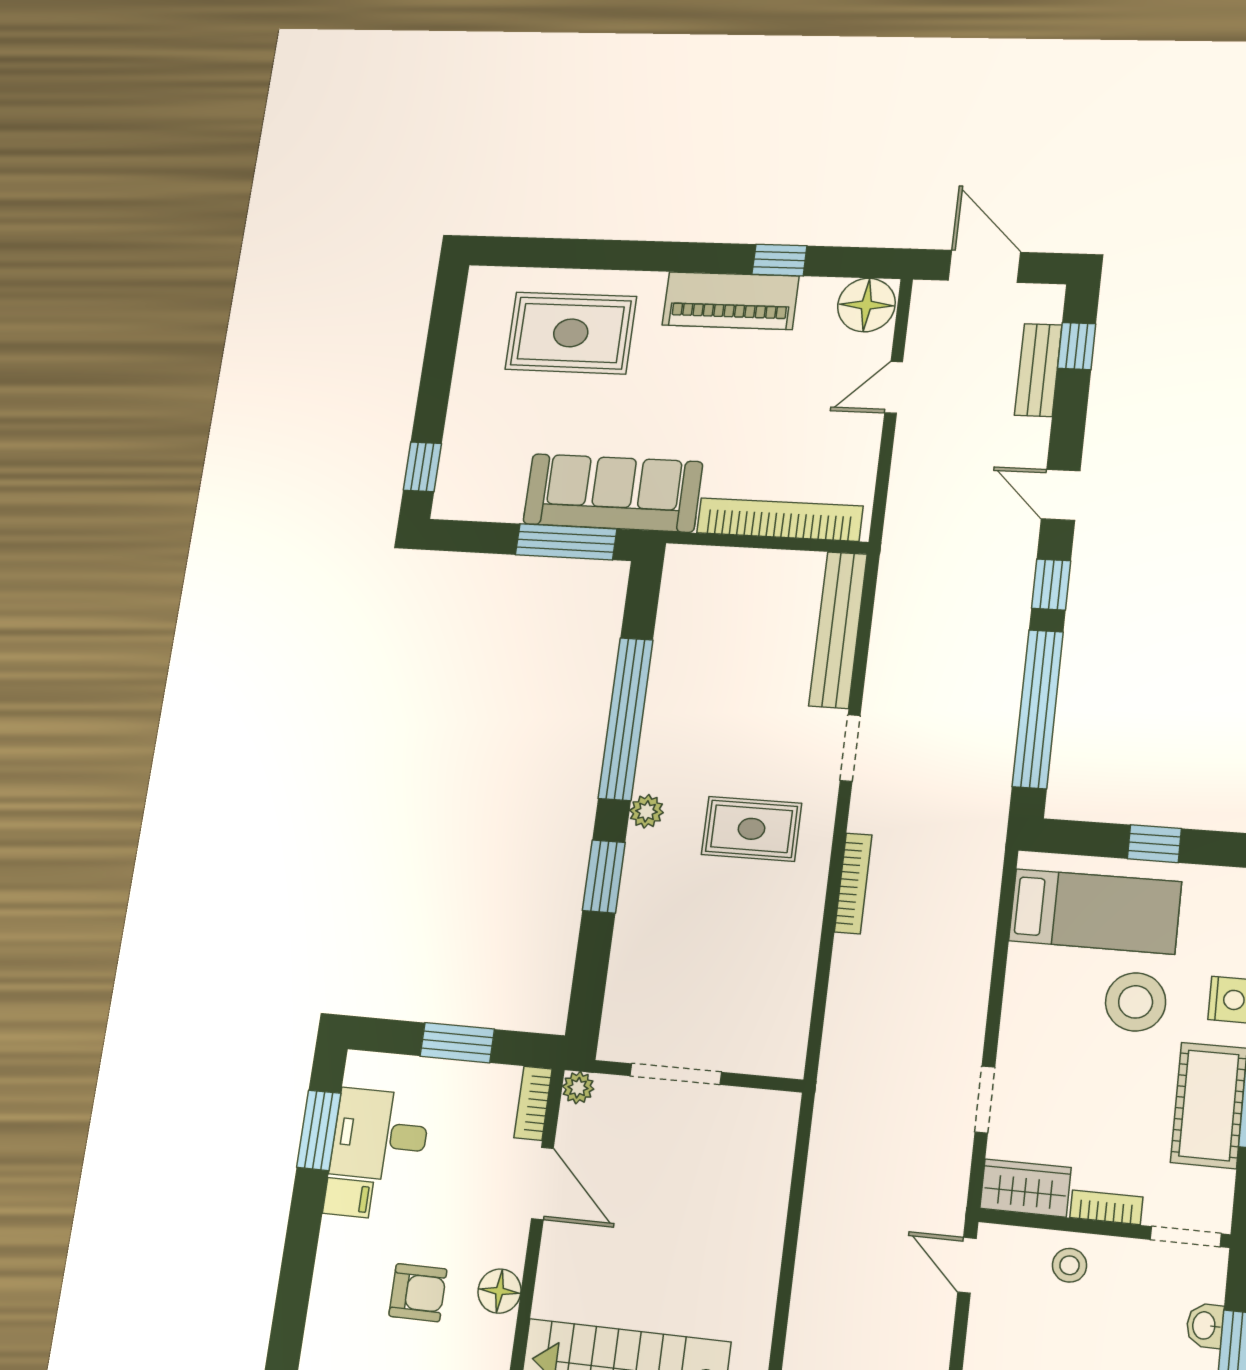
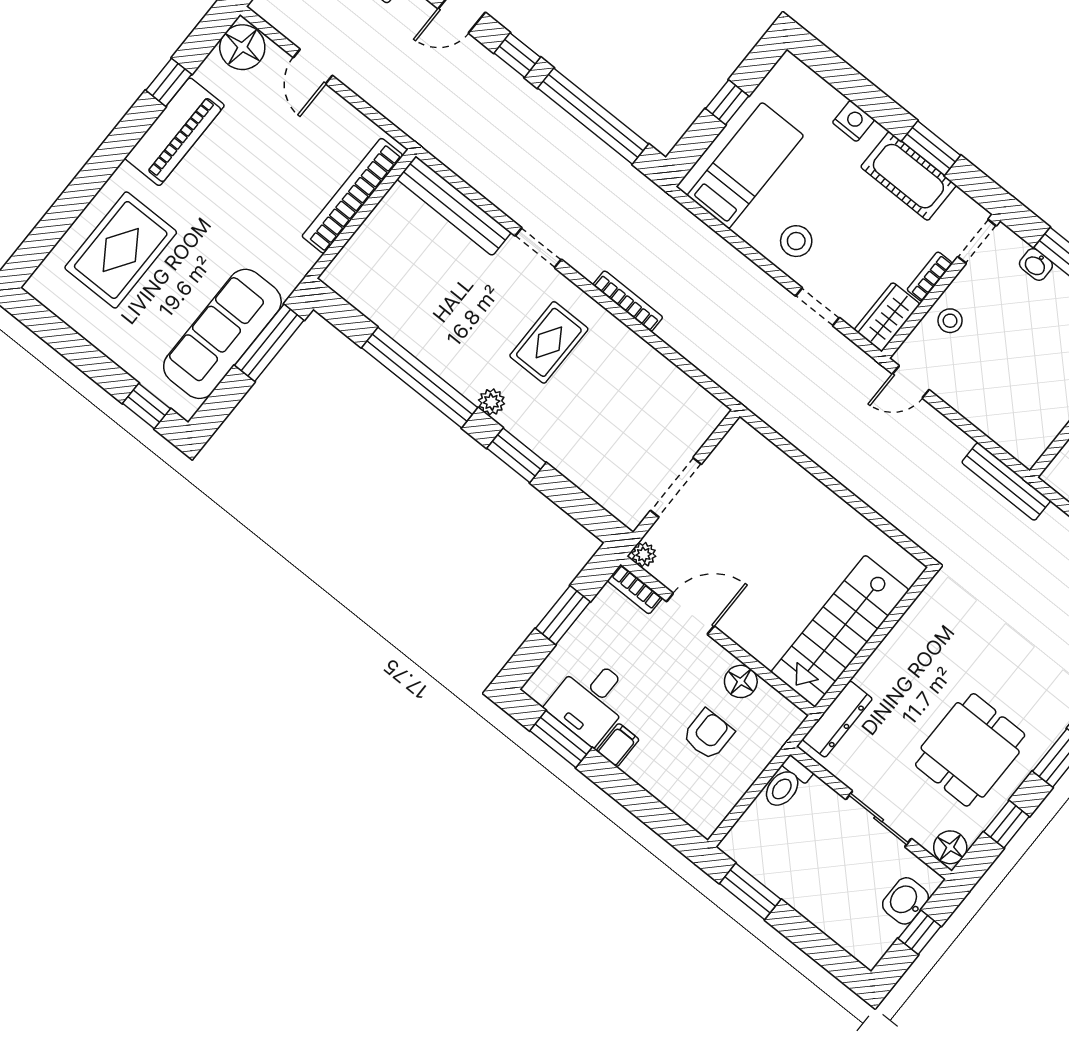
sofa: (613, 493) -> (222, 334), moved
stool: (1136, 1002) -> (796, 241), moved, width x0.73, depth x0.73

